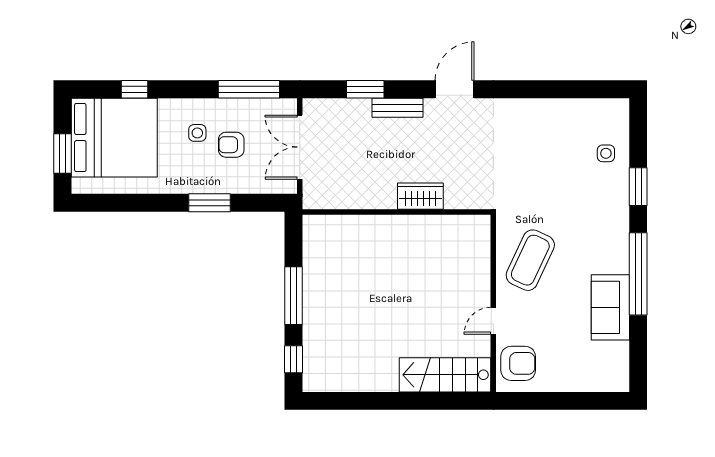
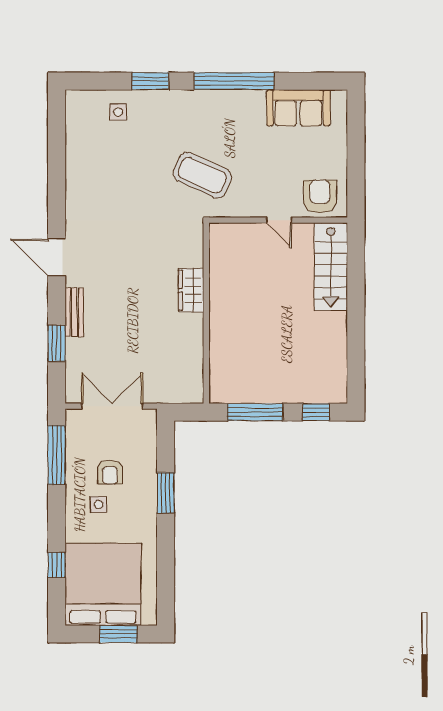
double door: (300, 147) -> (112, 406), swing flipped
wardrobe: (420, 196) -> (191, 290), moved
wall: (397, 212) -> (206, 313), moved
coffee table: (530, 260) -> (202, 175), moved
sofa: (610, 307) -> (298, 108), moved

